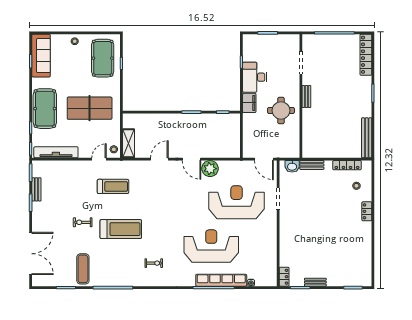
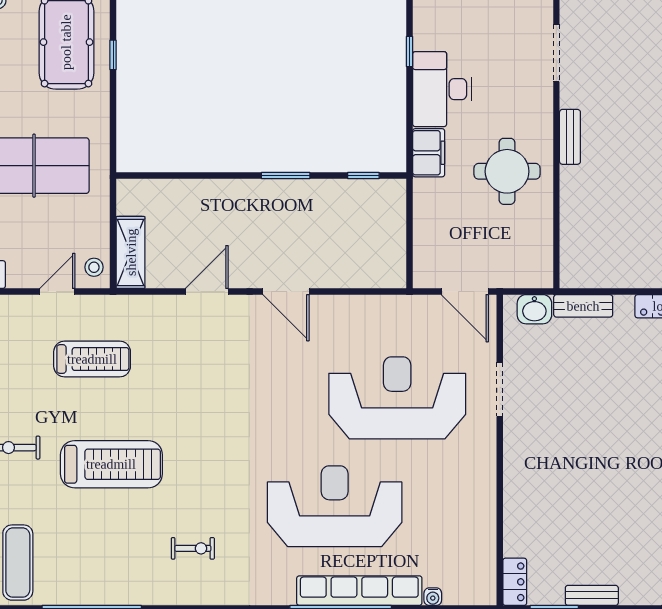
plant: (210, 169) -> (332, 315), removed

